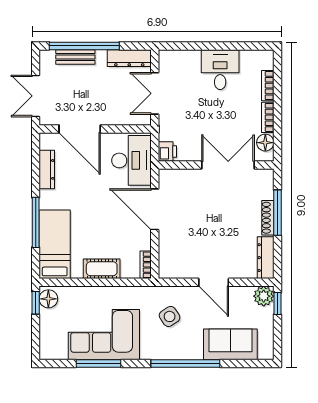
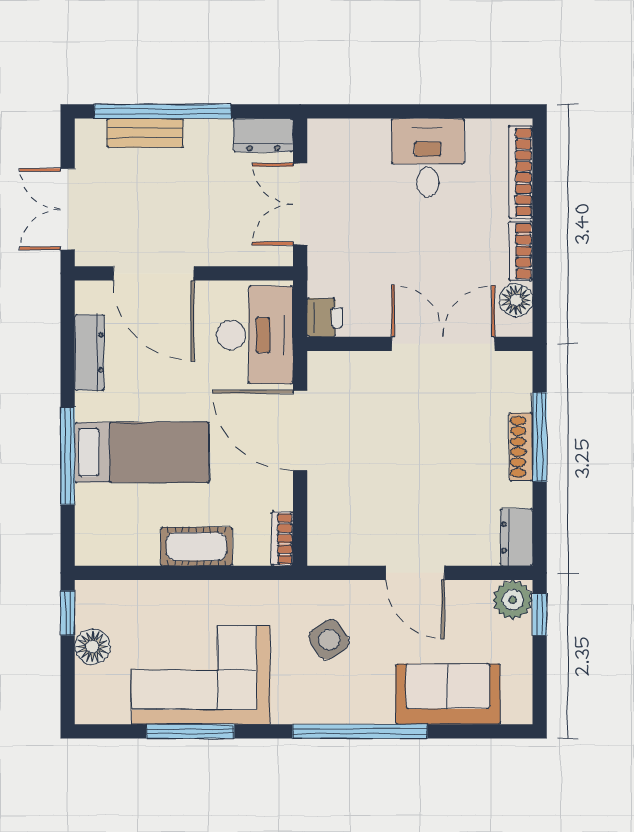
dresser: (129, 58) -> (263, 135), width x0.70
bookcase: (268, 86) -> (521, 172), width x1.56
bed: (55, 244) -> (142, 452), moved, turned 90
dresser: (266, 258) -> (516, 537), width x0.70
floor lamp: (48, 299) -> (92, 647), moved

